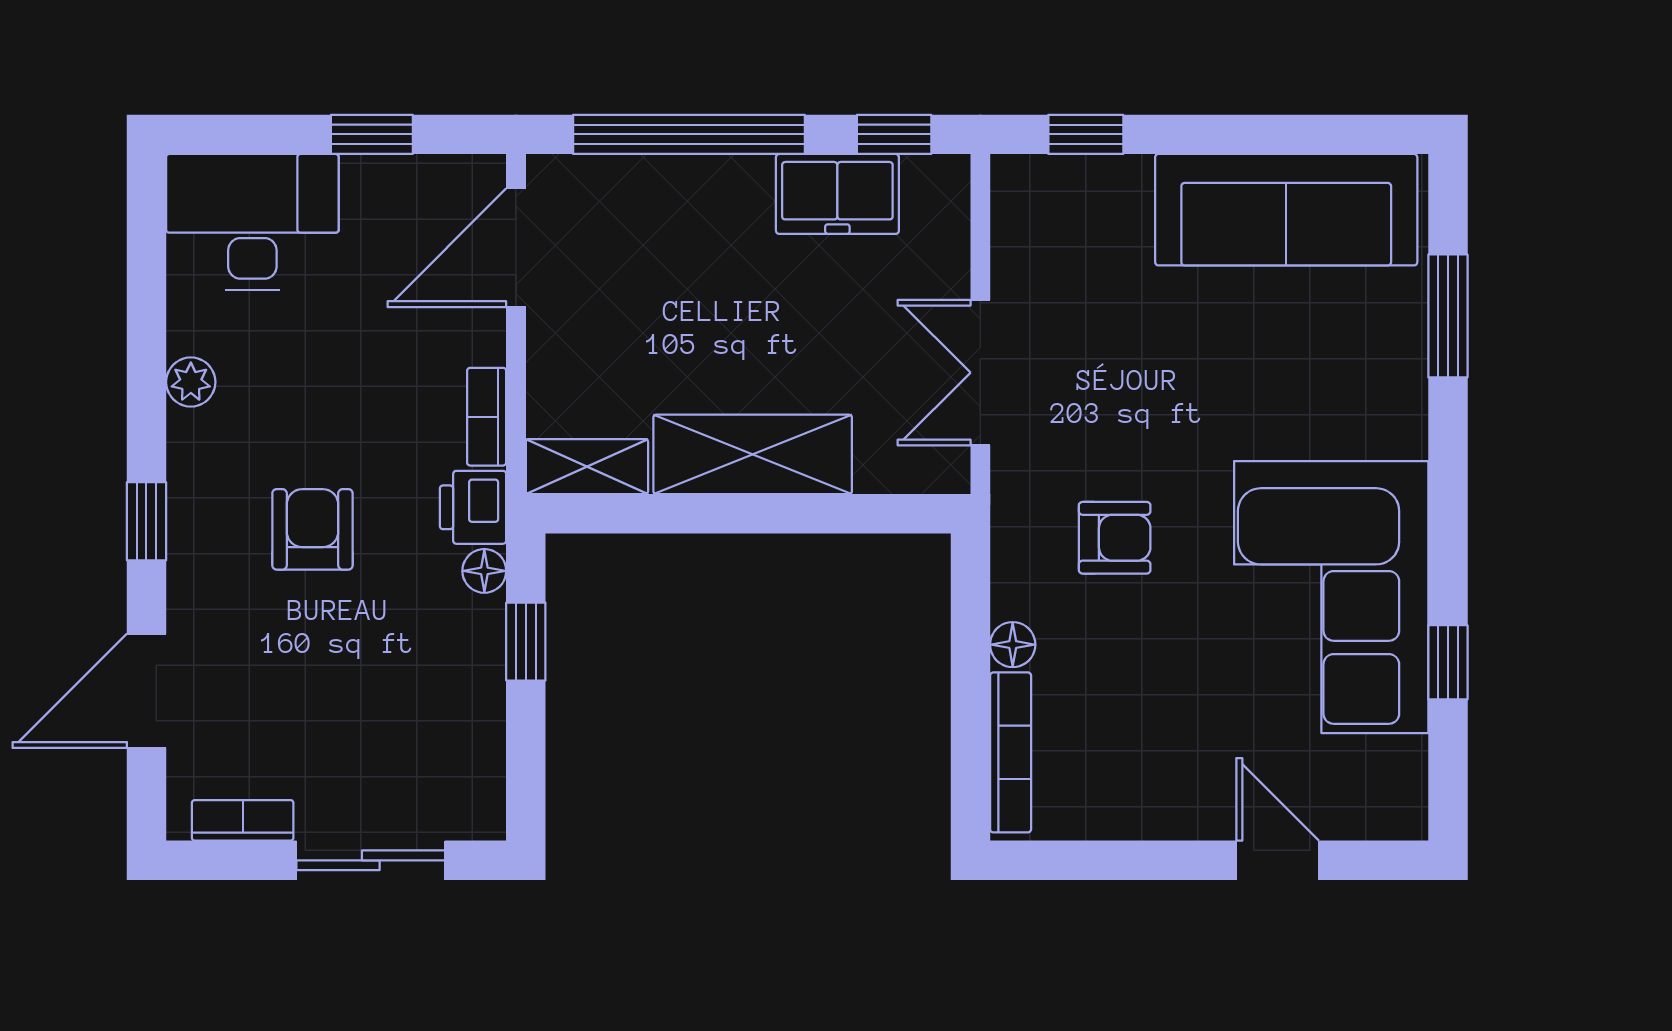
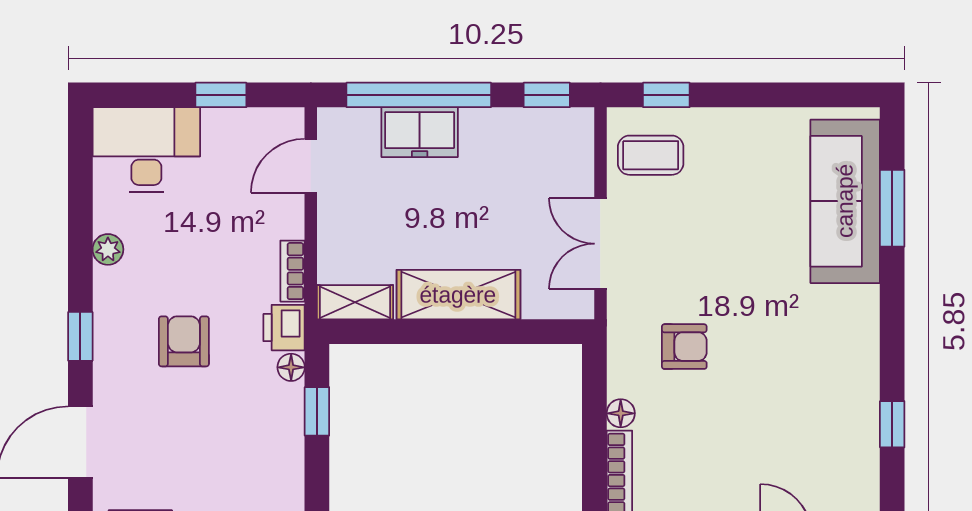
freezer: (837, 194) -> (420, 132), moved
sofa: (1286, 210) -> (845, 201), moved, turned 90
coffee table: (1061, 231) -> (651, 155), added
door: (516, 248) -> (311, 166), width x0.73
corner sofa: (1331, 597) -> (819, 384), removed

